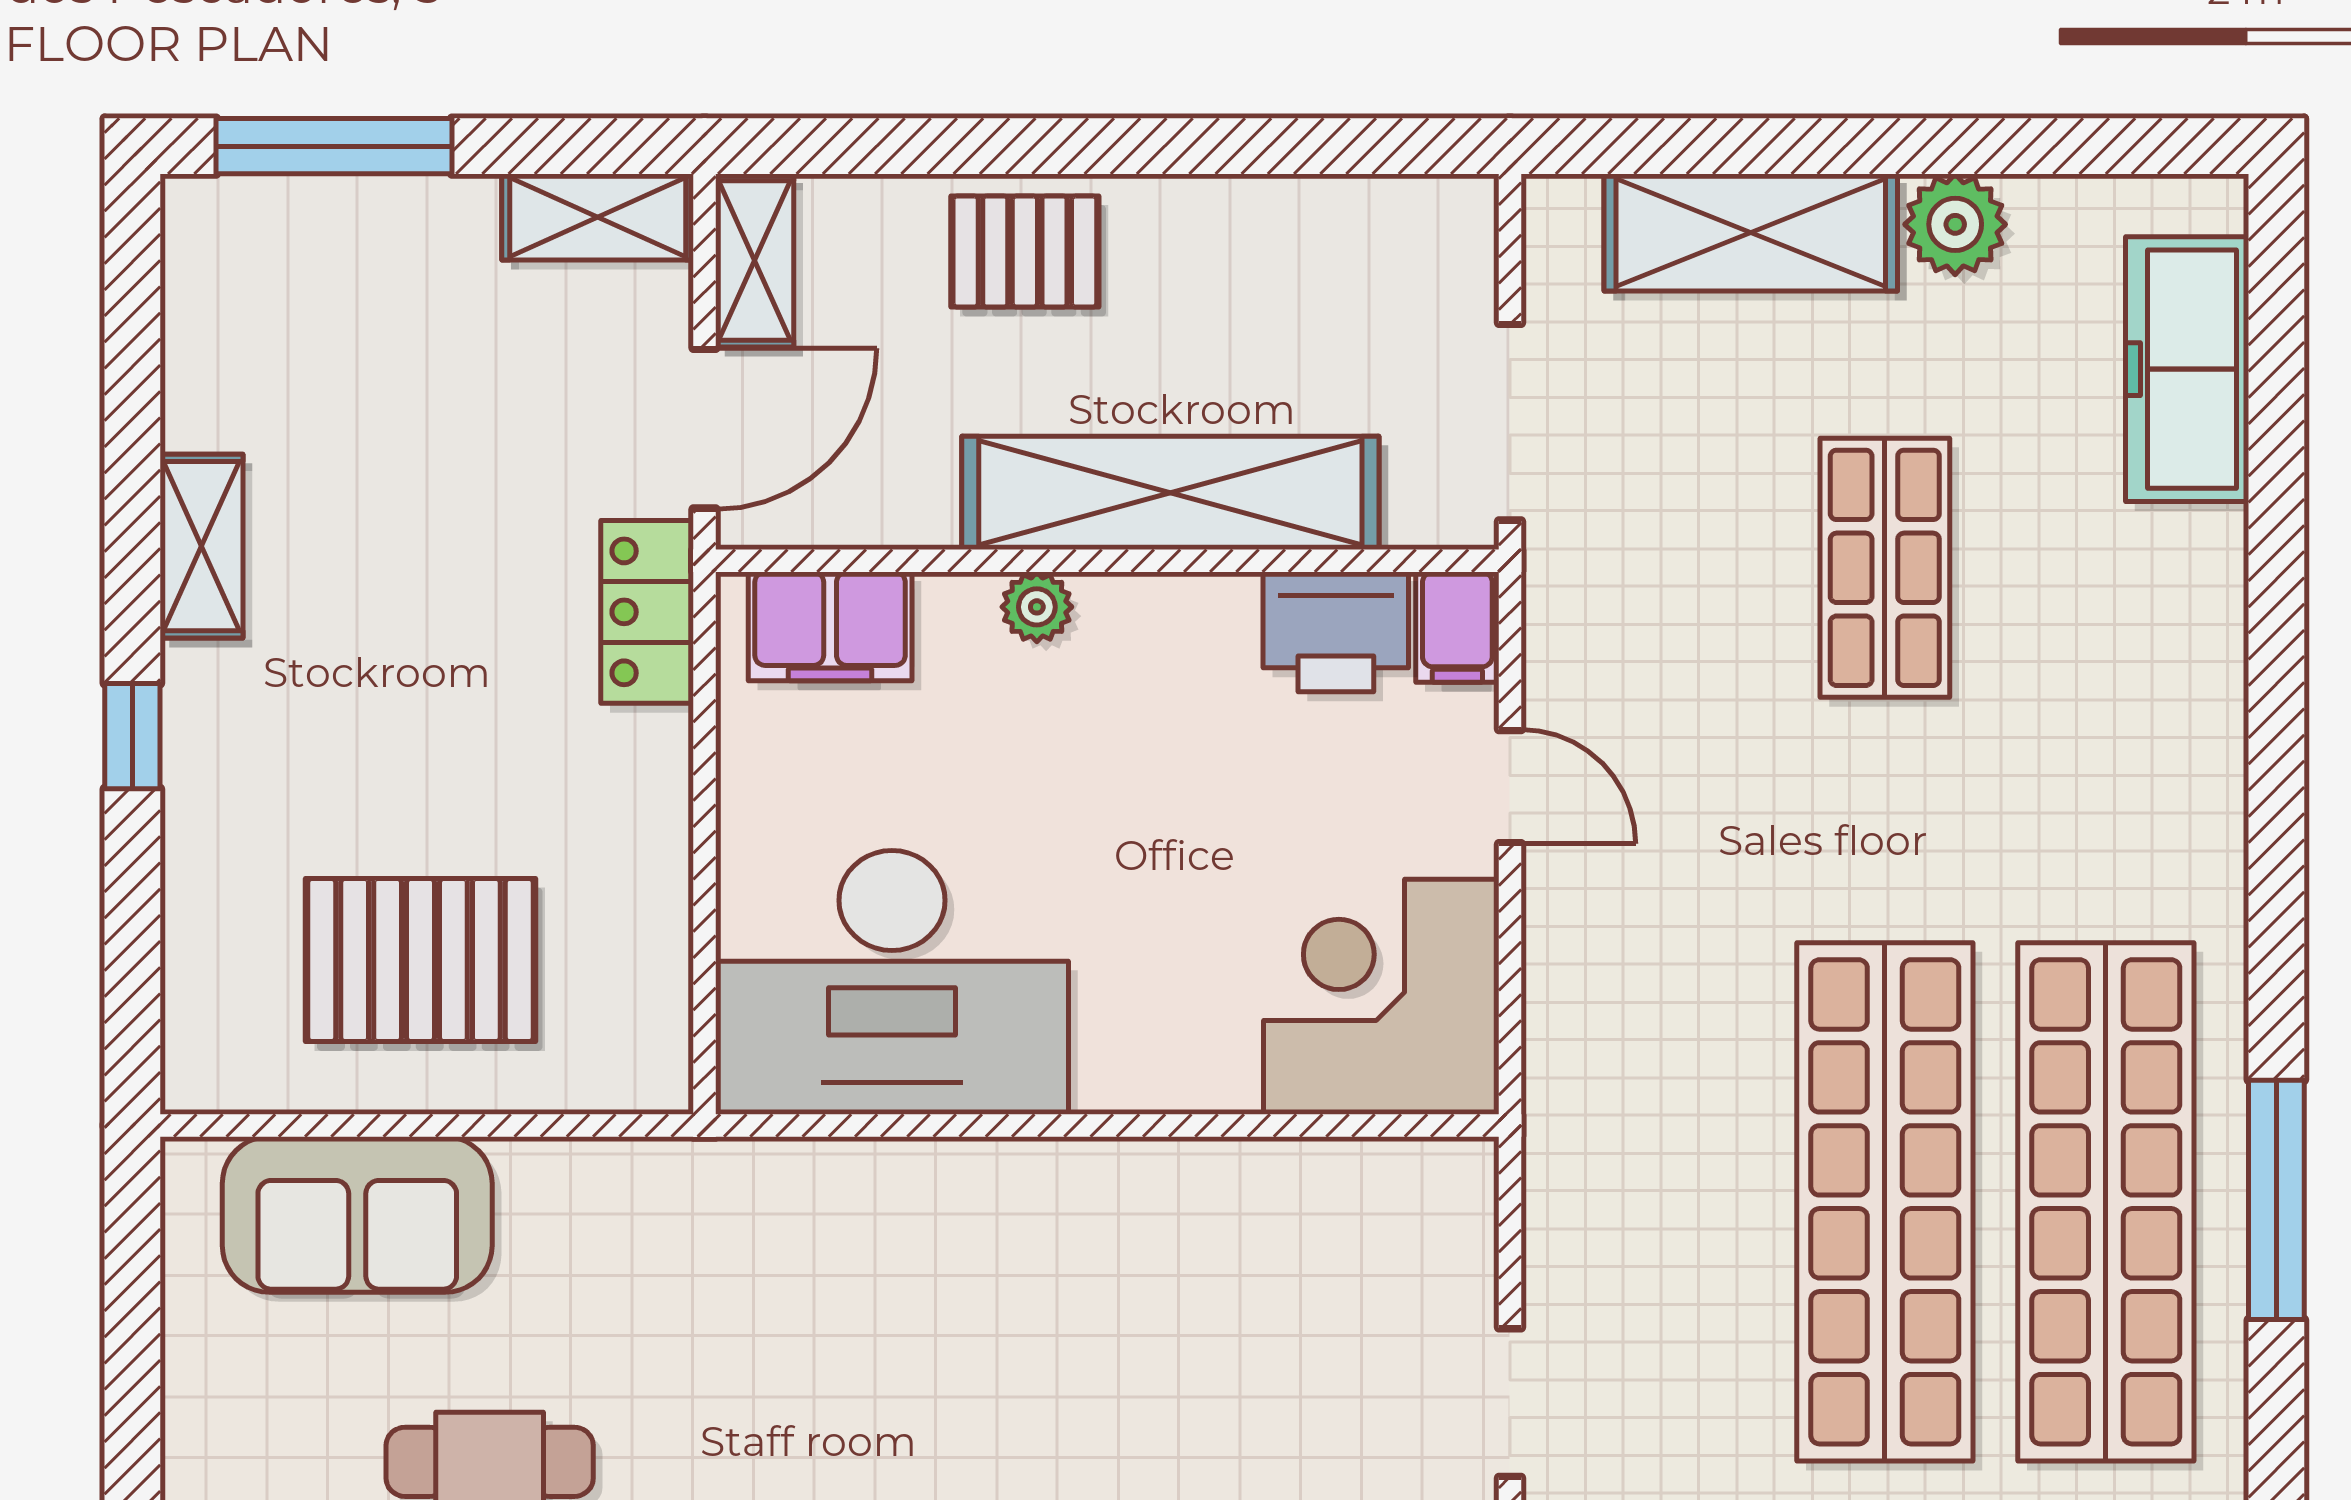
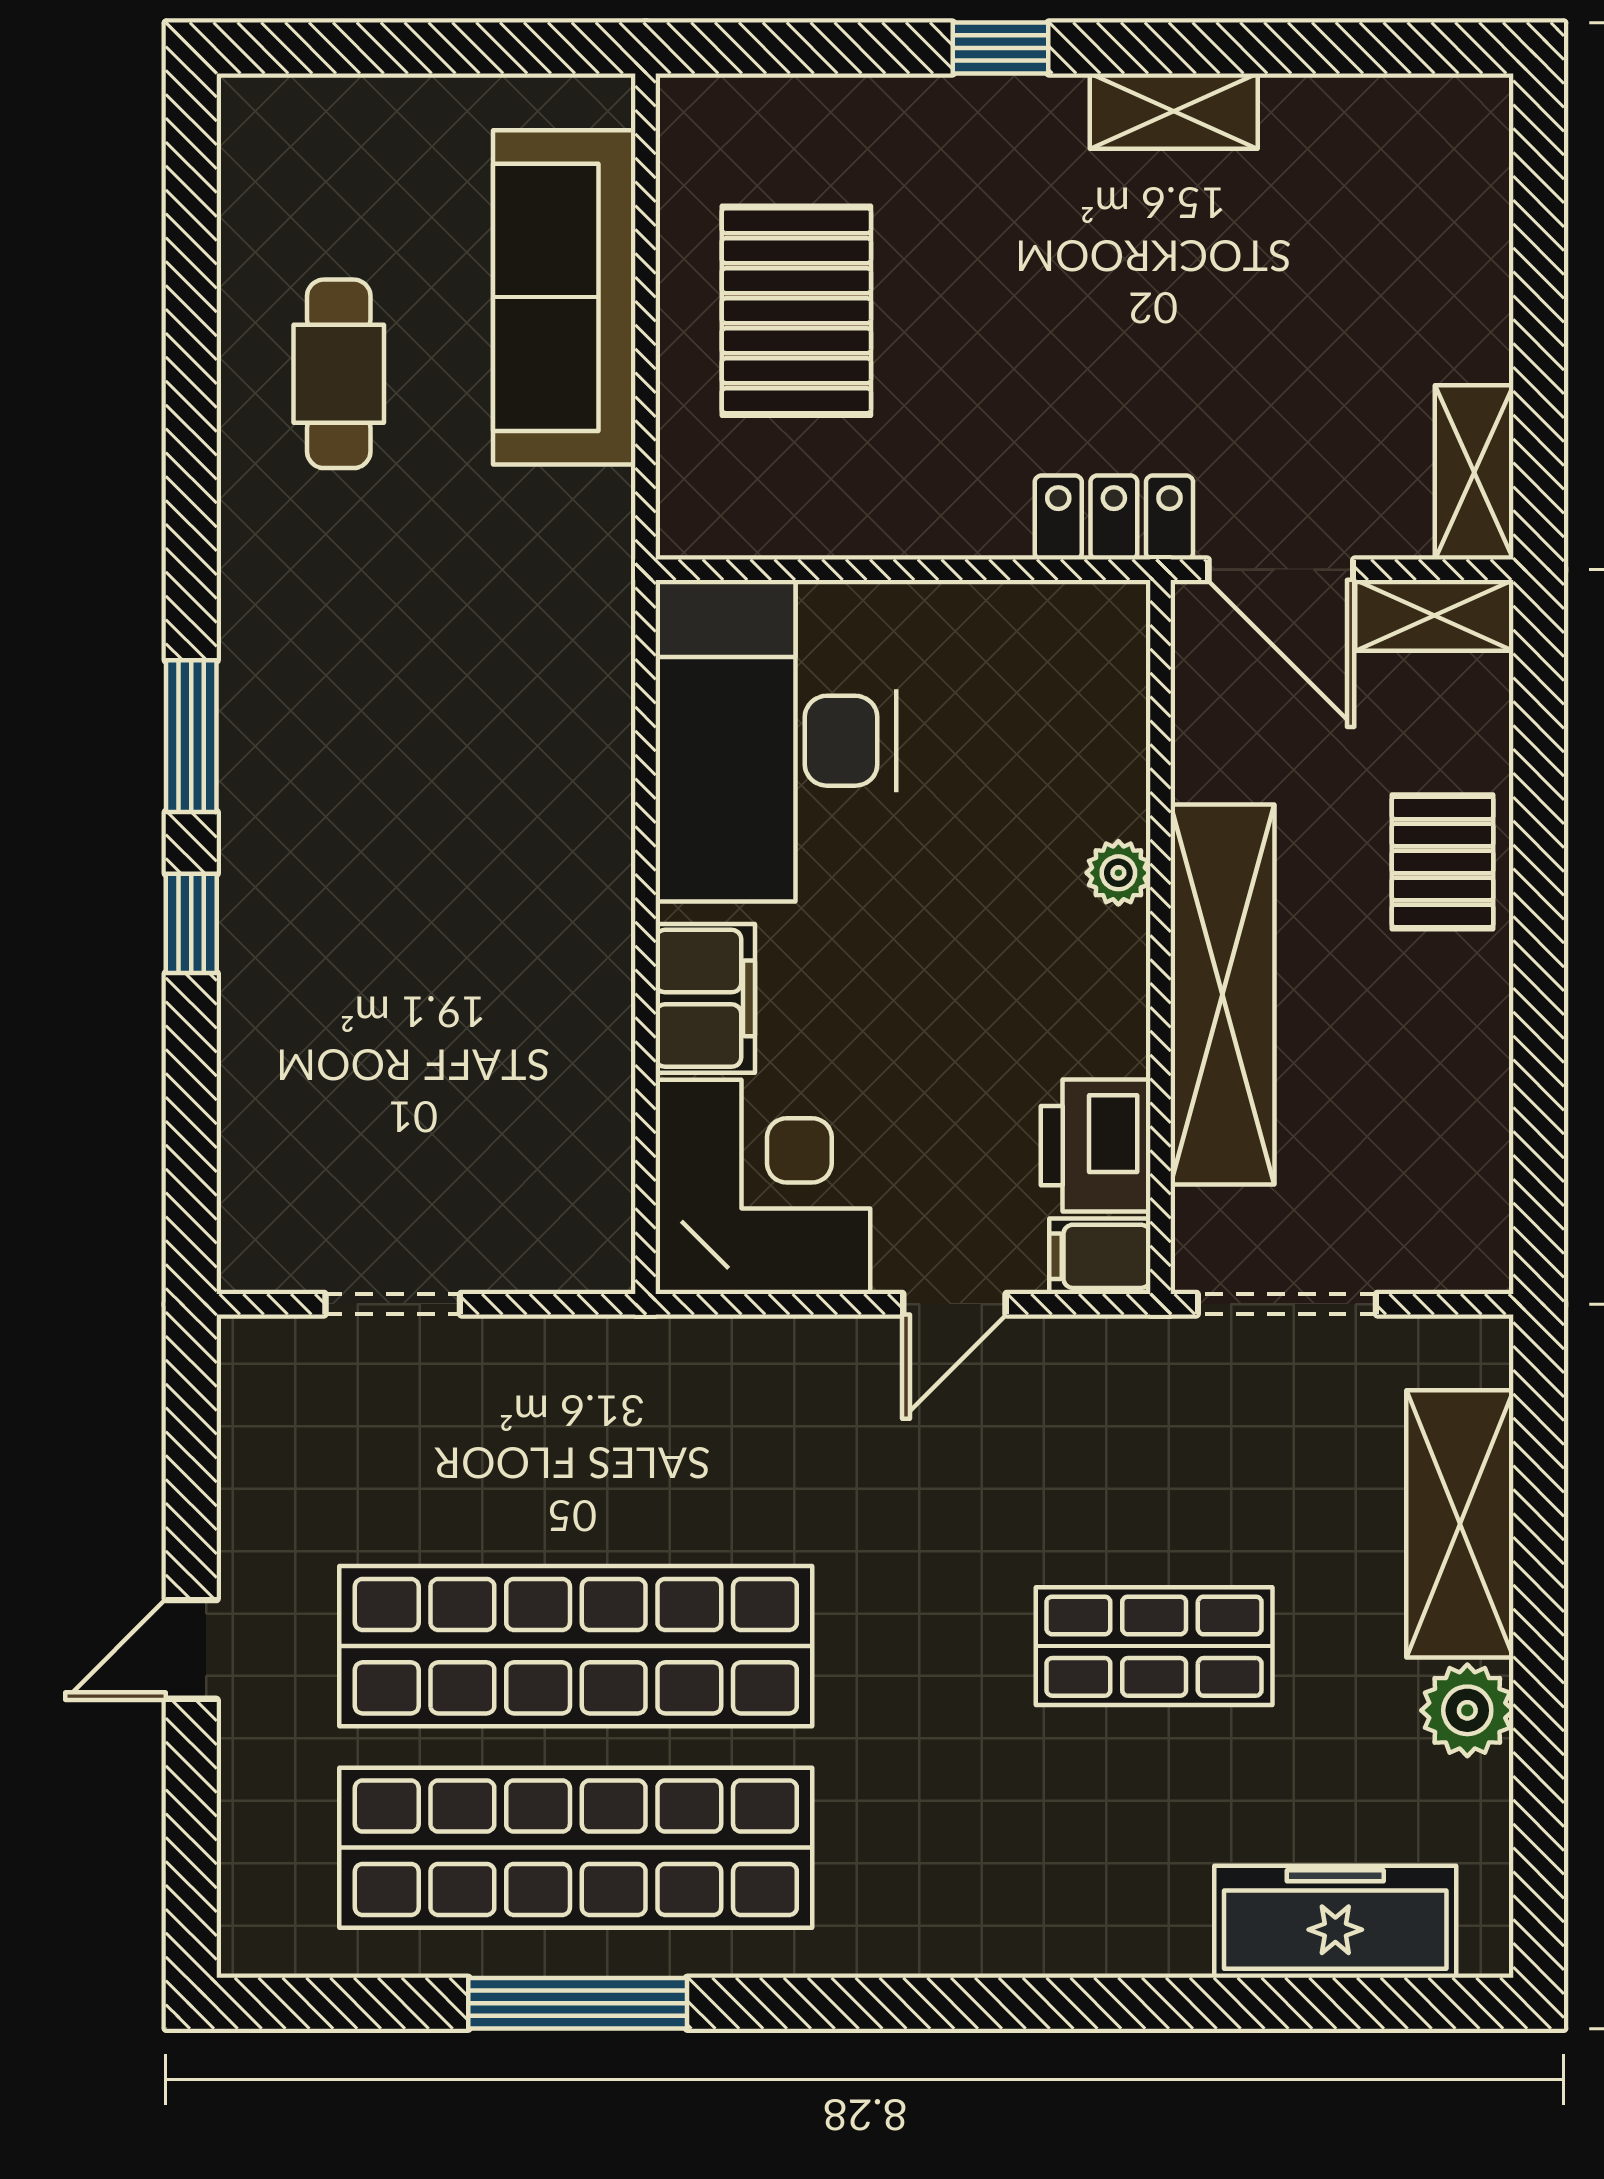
window: (334, 146) -> (1539, 232), removed
filing cabinet: (830, 626) -> (705, 998), moved, turned 180
sofa: (357, 1215) -> (564, 297), width x1.36

